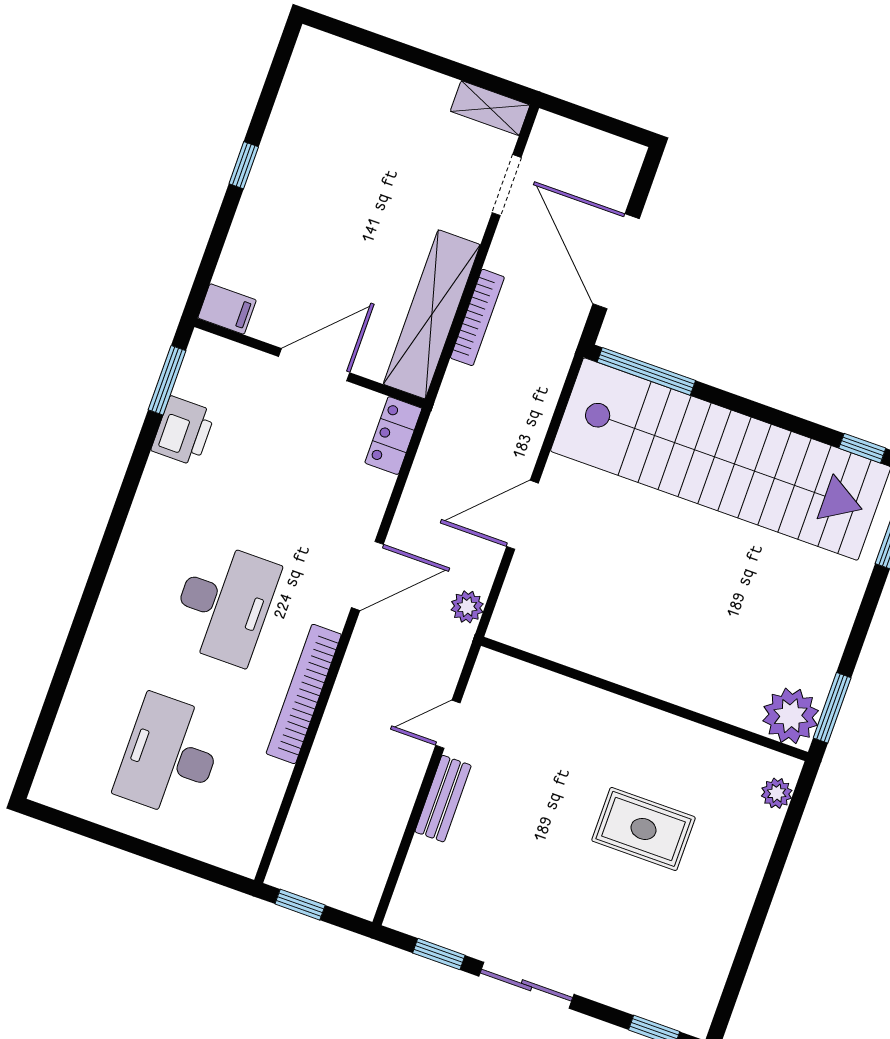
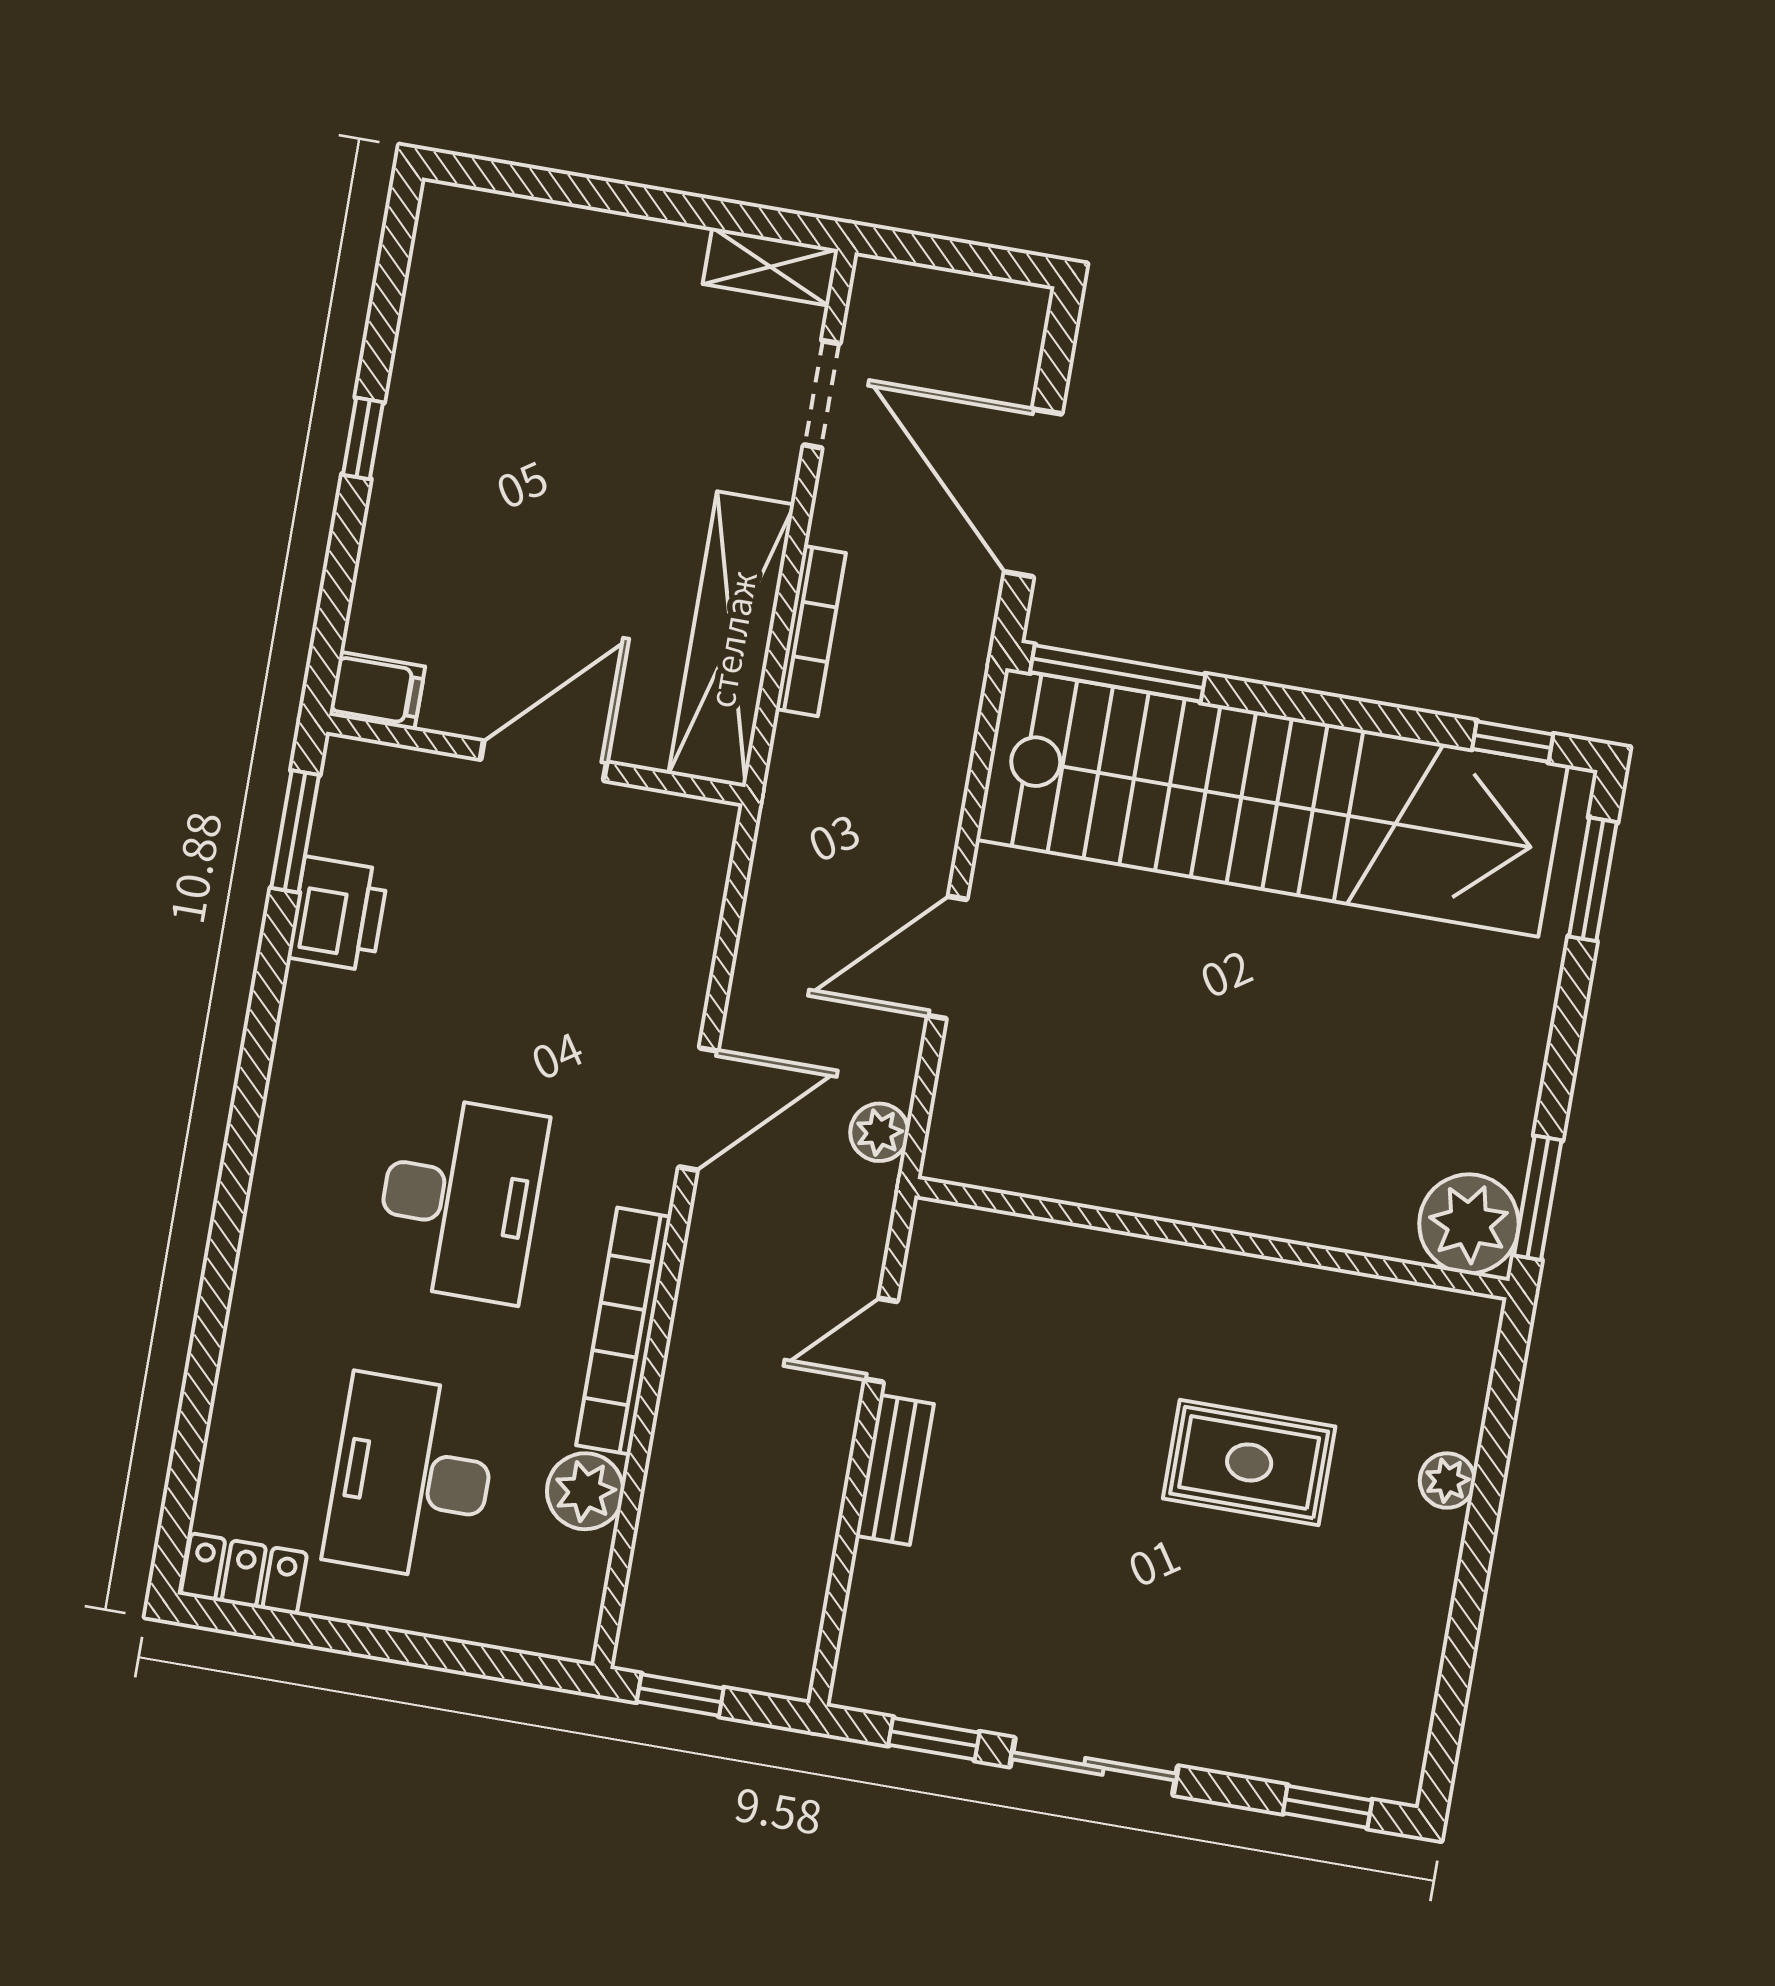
locker: (393, 436) -> (244, 1574), moved, turned 90
plant: (266, 780) -> (585, 1491), added
plant: (777, 793) -> (1447, 1481), moved

